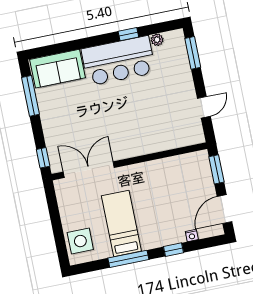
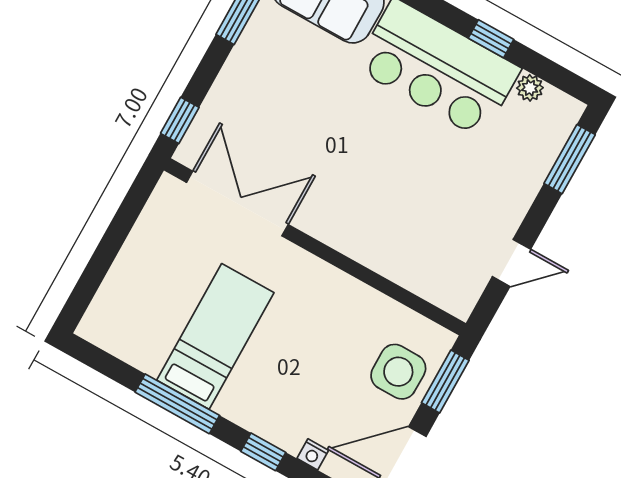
side table: (80, 241) -> (398, 372), moved

